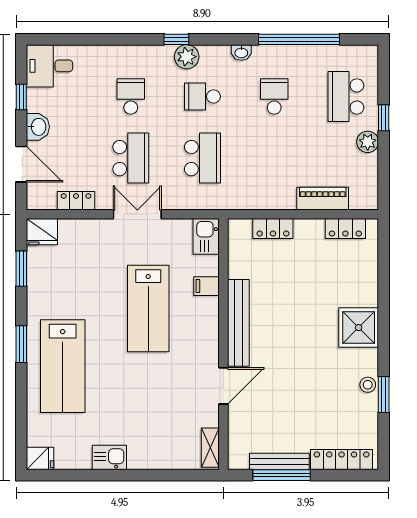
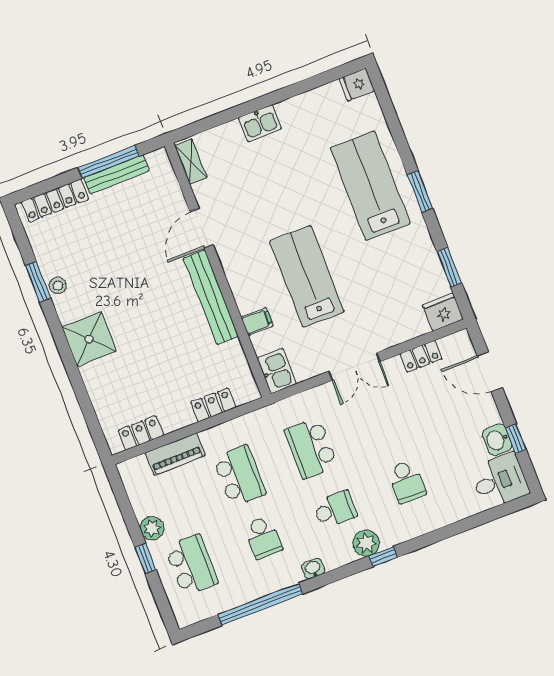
washbasin: (38, 127) -> (497, 440), moved
school desk: (131, 158) -> (239, 476), moved, turned 180
kitchen sink: (109, 458) -> (260, 123), moved

